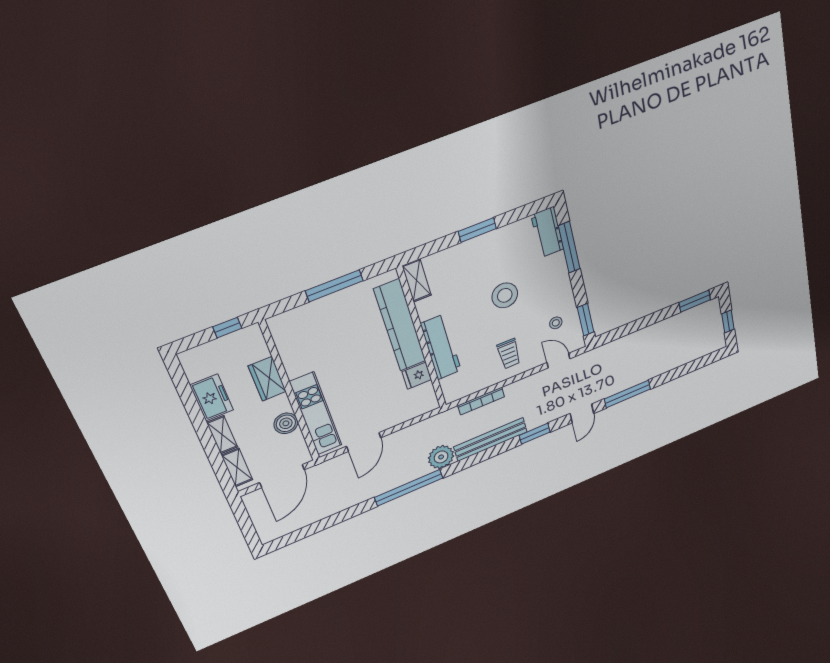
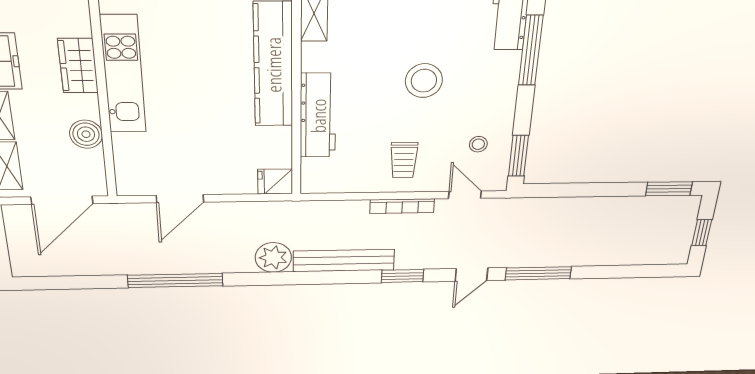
fridge: (417, 376) -> (275, 182), moved
bookcase: (481, 401) -> (402, 206), moved
kitchen unit: (316, 414) -> (123, 75), moved
window: (409, 488) -> (175, 281), moved

